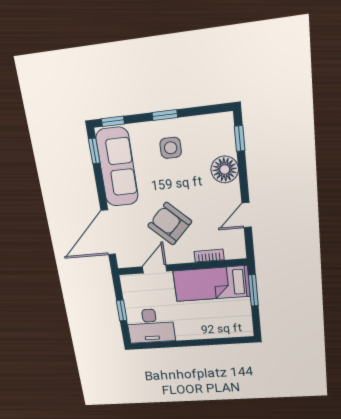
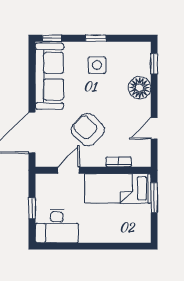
window: (94, 151) -> (32, 61), removed

